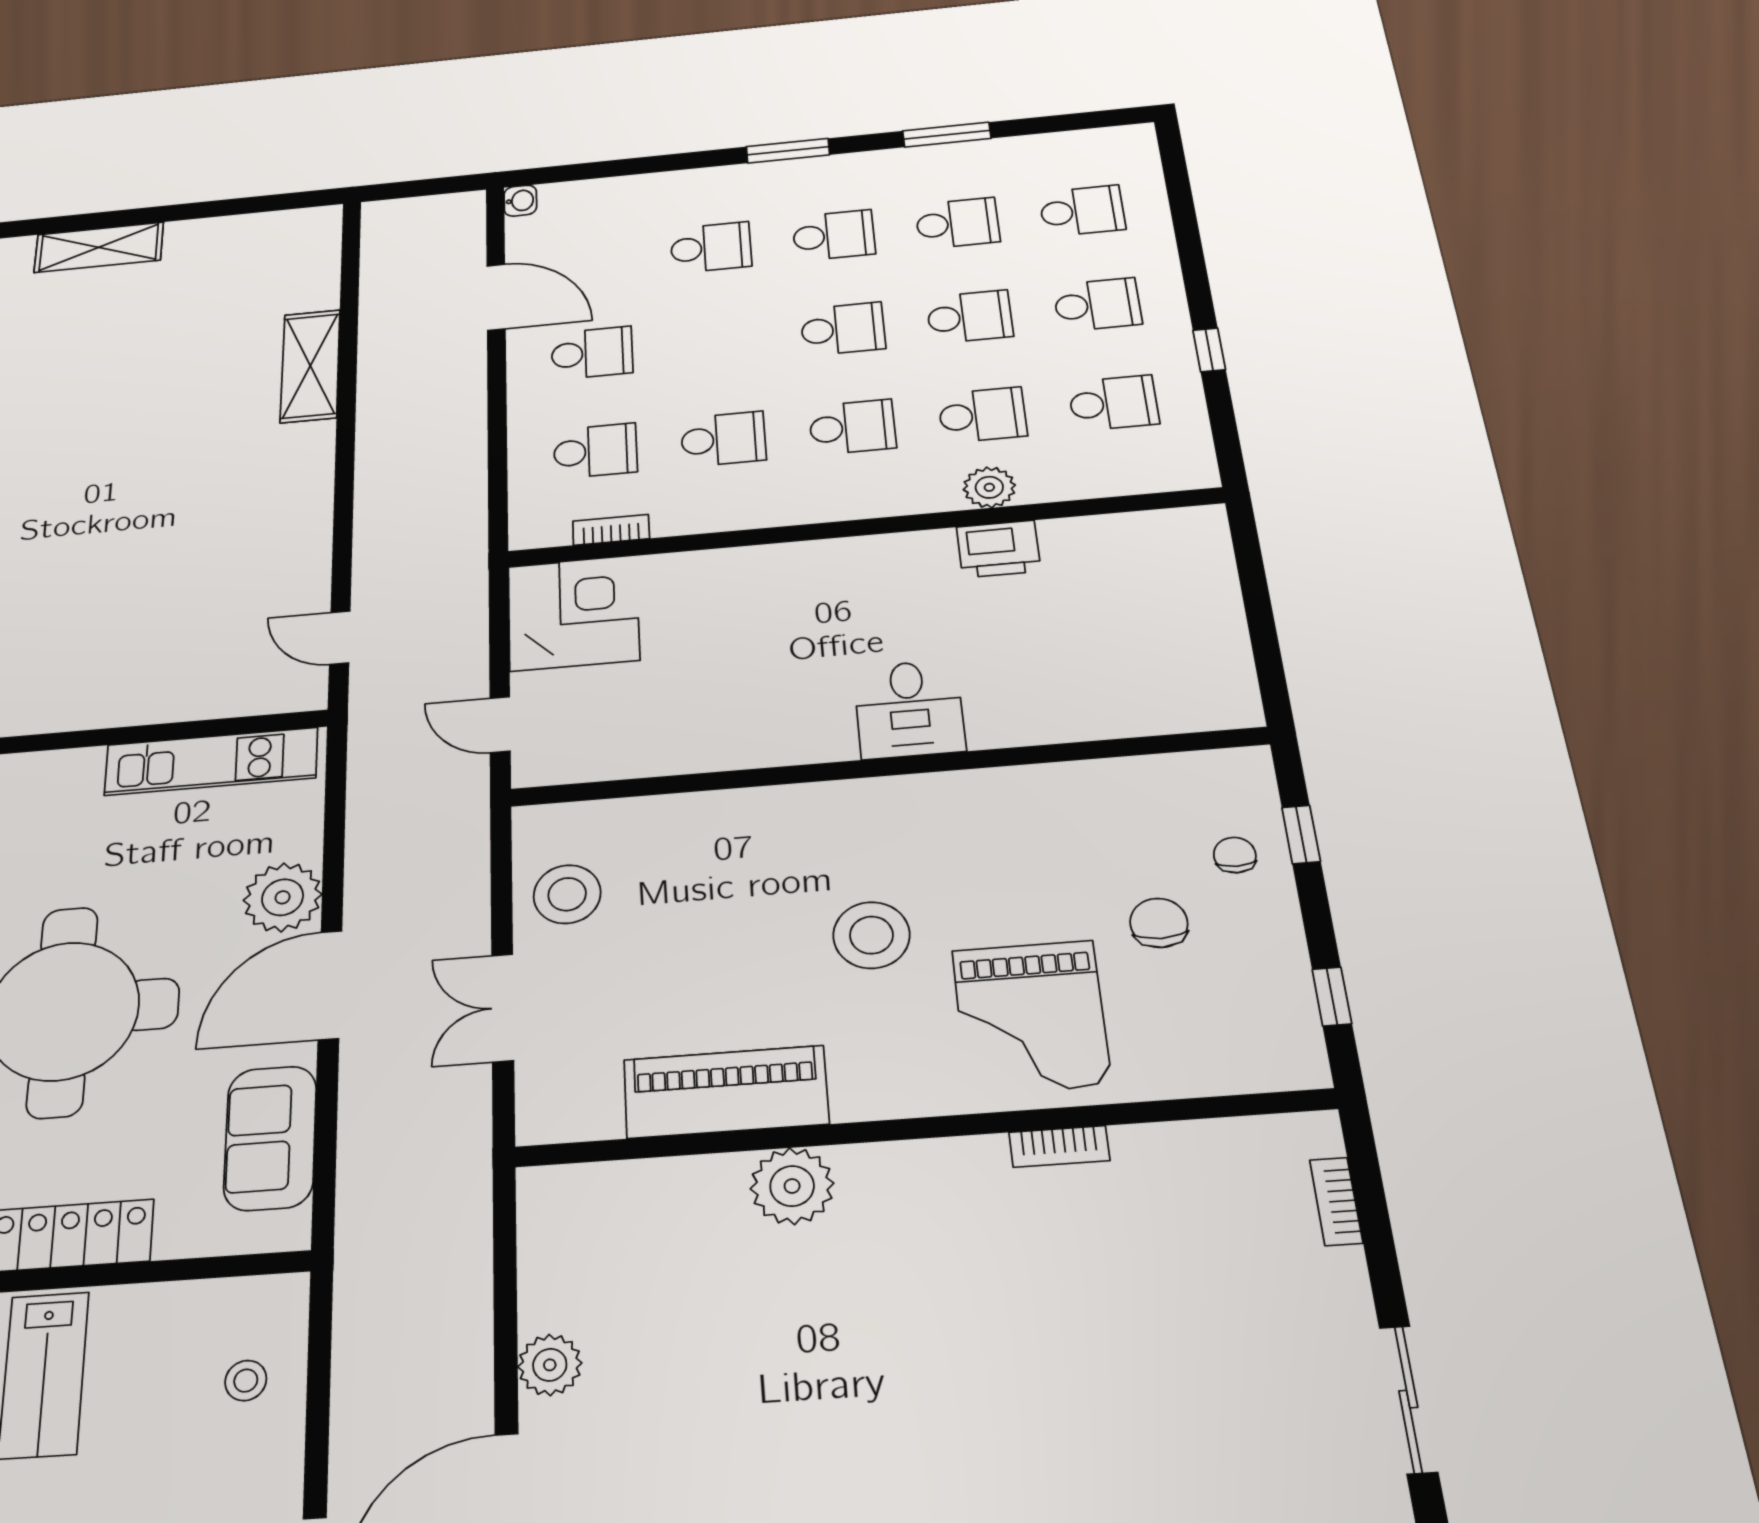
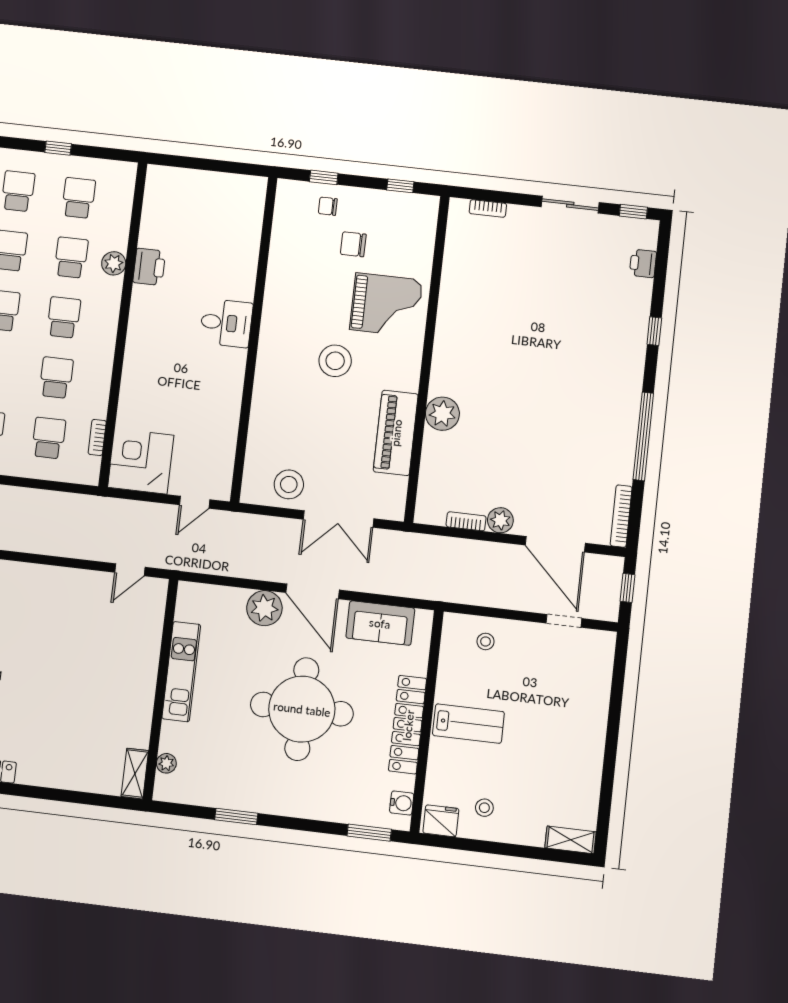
kitchen unit: (211, 761) -> (181, 672), moved
double door: (503, 1008) -> (338, 519), width x1.37
bookcase: (1059, 1146) -> (466, 521), moved, turned -90

